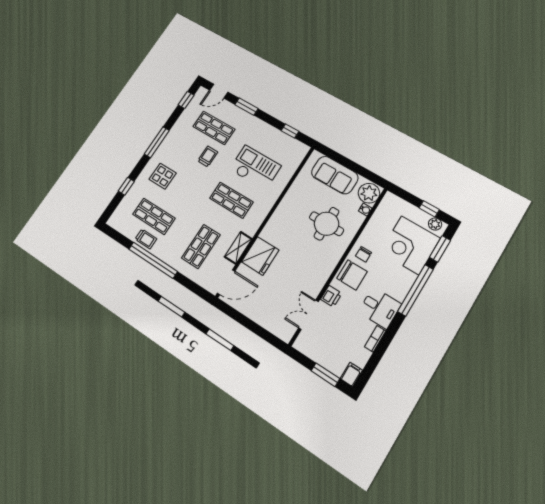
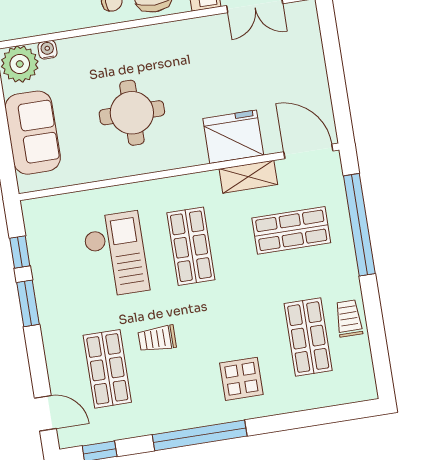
window: (246, 107) -> (28, 303), moved
window: (157, 142) -> (200, 435), width x1.46
checkout: (255, 168) -> (116, 254), turned 180
window: (126, 186) -> (301, 419), removed
round table: (326, 224) -> (132, 113), moved
window: (153, 260) -> (359, 225), moved

